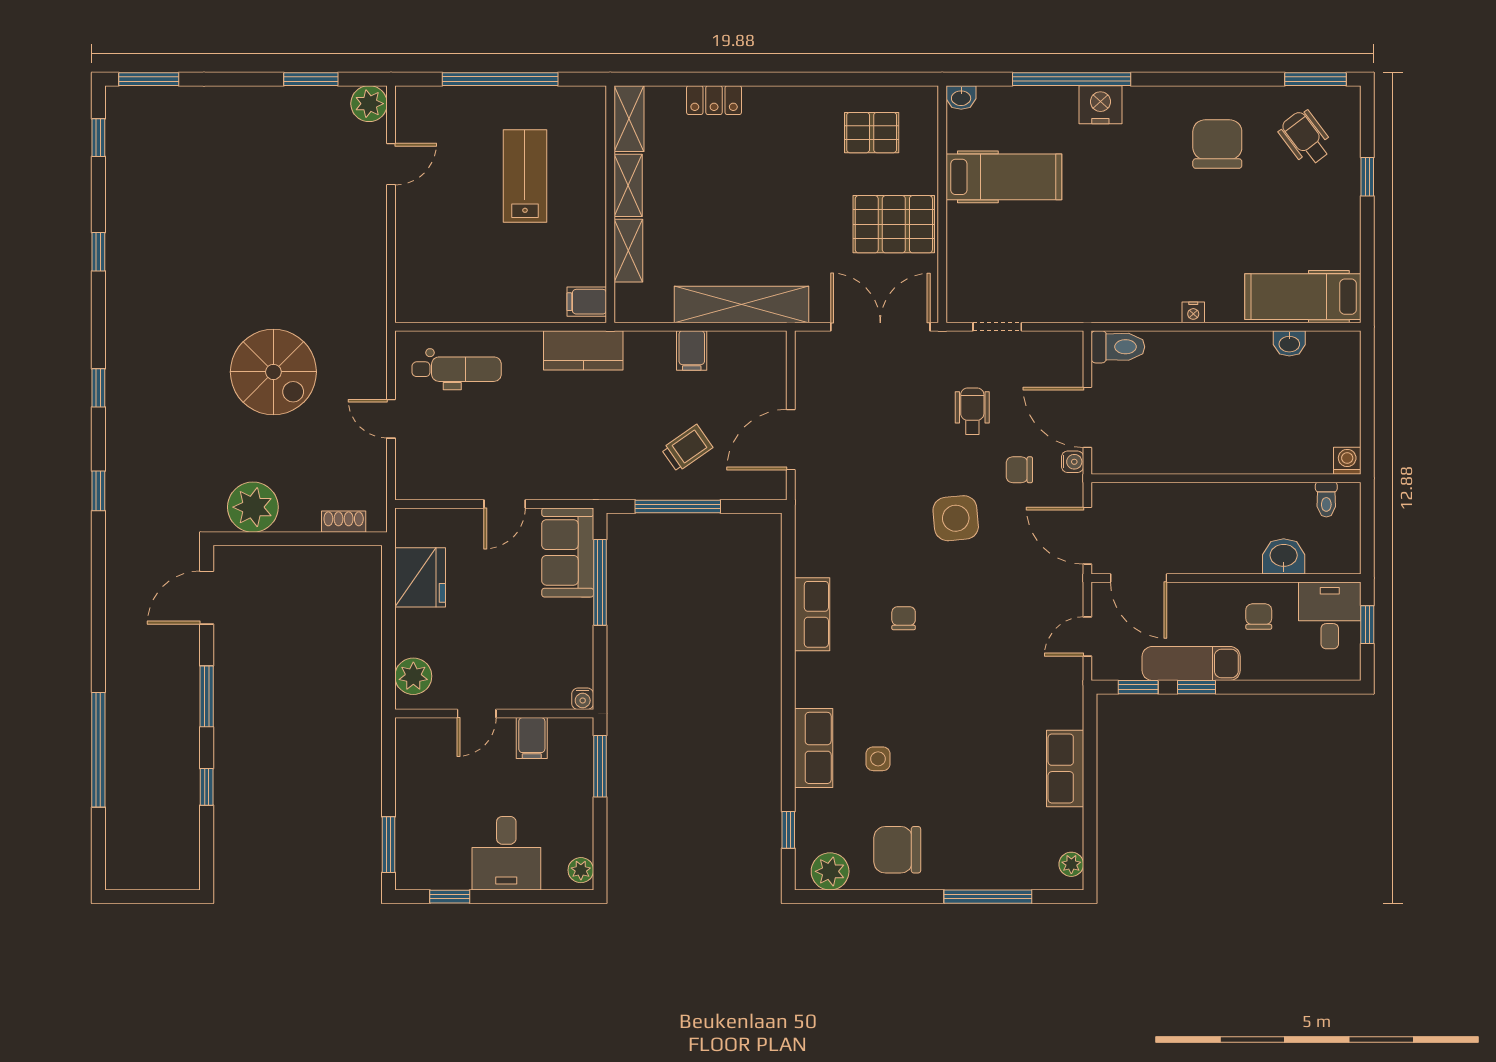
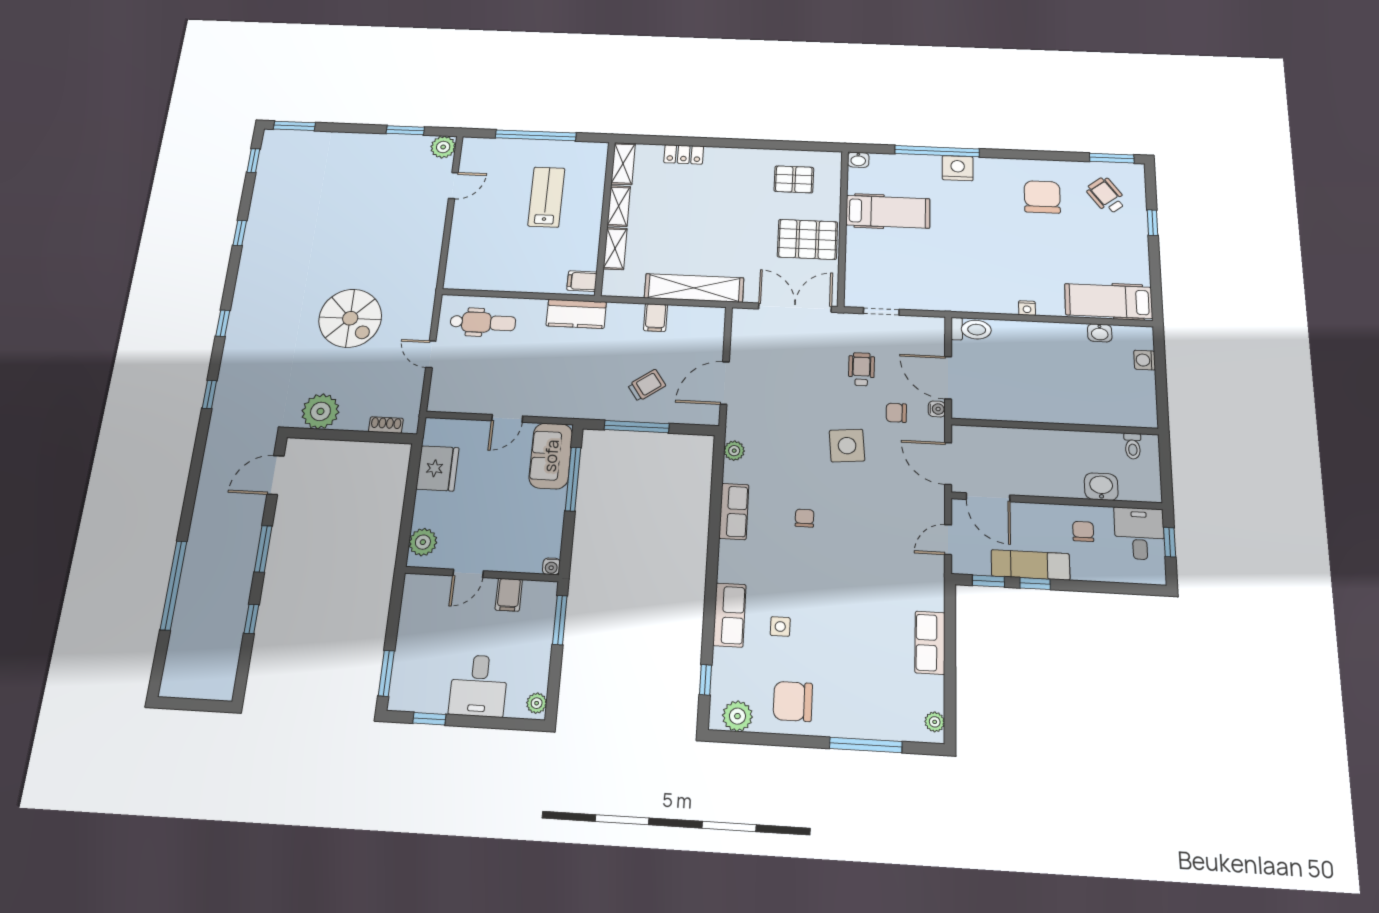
washing machine: (1347, 461) -> (1145, 360), moved, turned -90
plant: (808, 533) -> (734, 451), added

